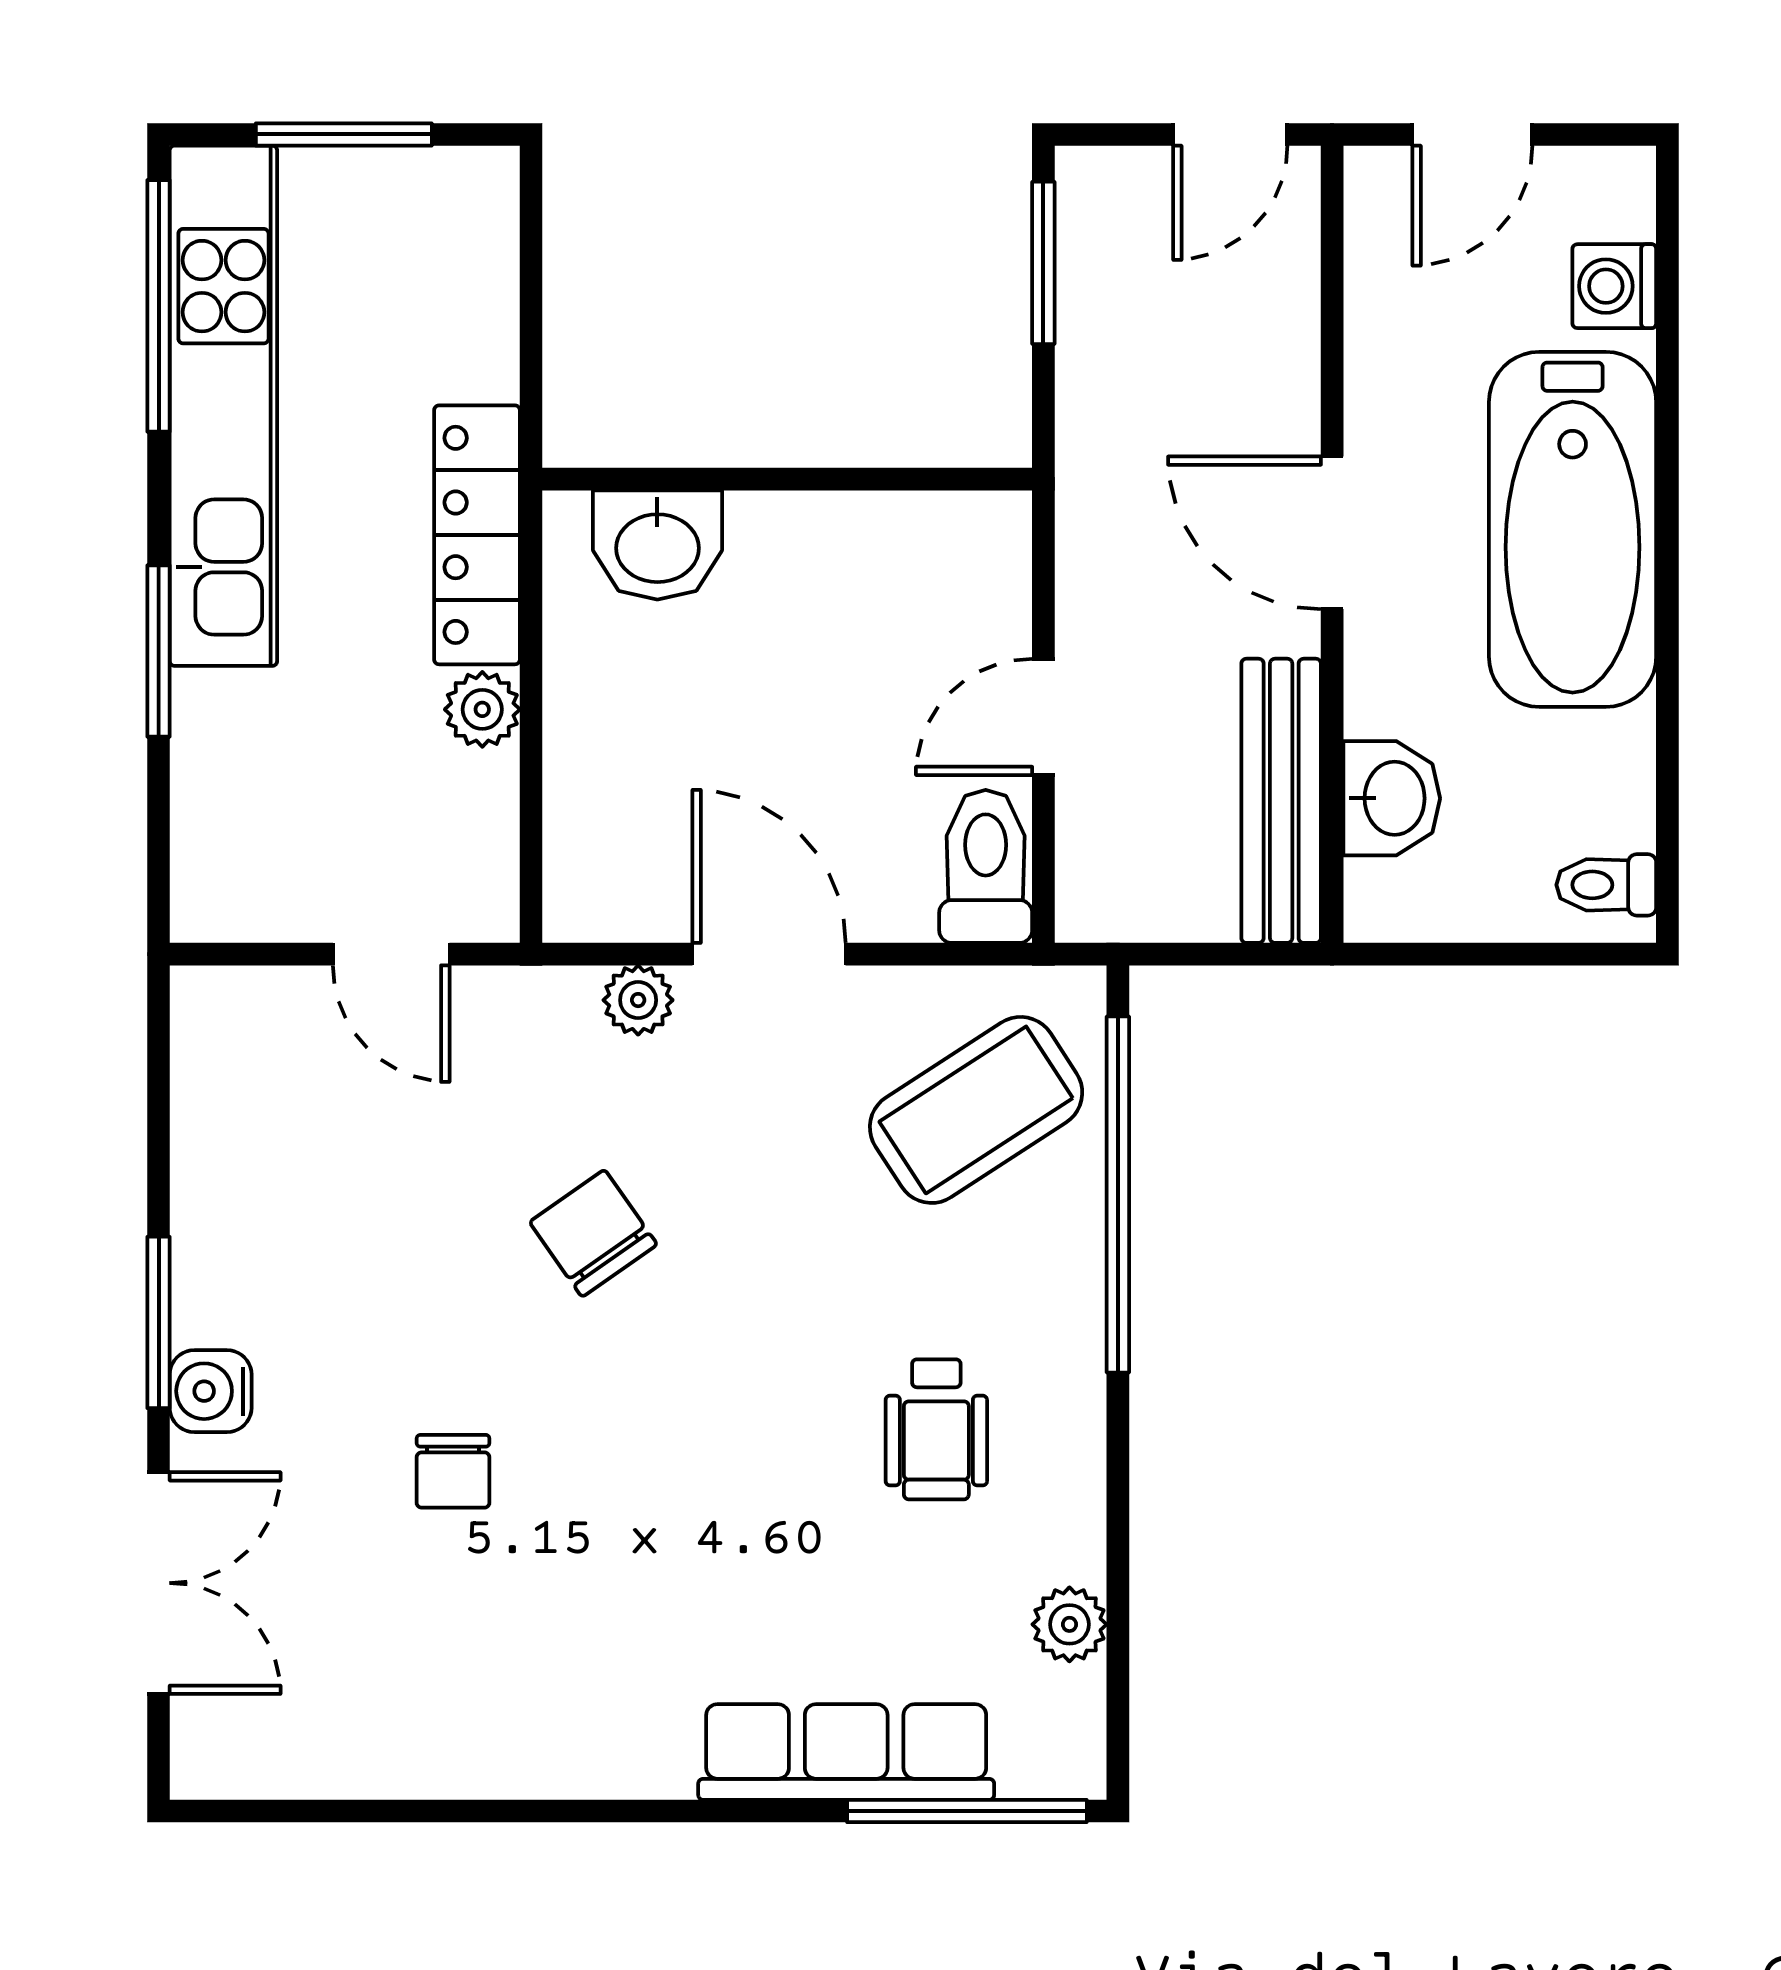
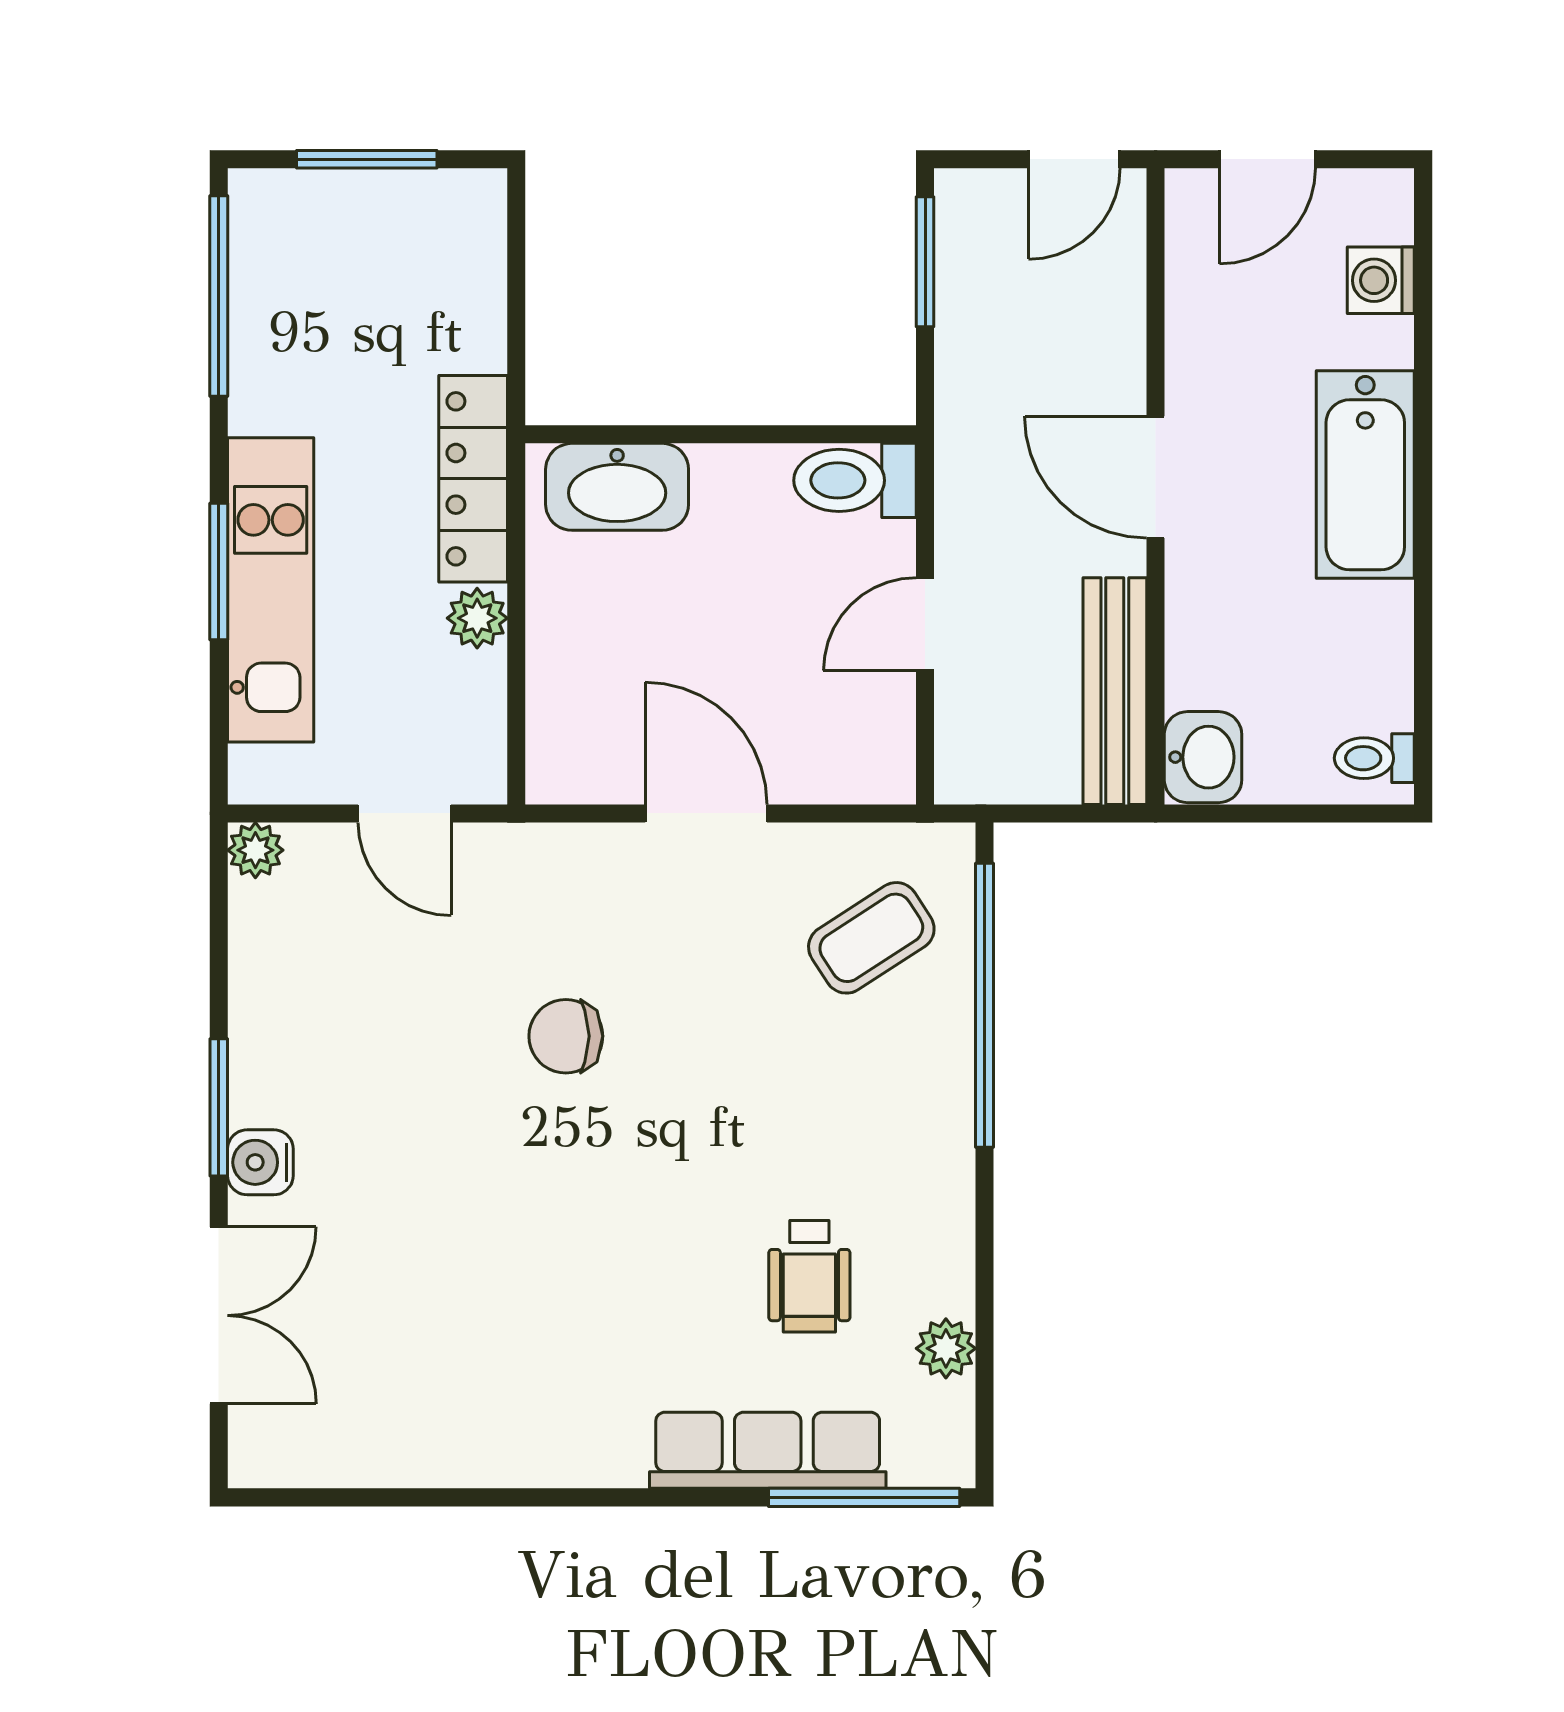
kitchen unit: (223, 406) -> (271, 590), moved, width x0.73
bathtub: (1573, 529) -> (1365, 474), width x0.73, depth x0.73
washbasin: (657, 545) -> (617, 487), width x1.38
washbasin: (1392, 798) -> (1203, 757), moved
toilet: (986, 866) -> (855, 480), moved, turned -90
plant: (638, 1000) -> (255, 850), moved
coffee table: (976, 1110) -> (871, 938), width x0.73, depth x0.77
chair: (593, 1233) -> (566, 1036), turned -55
wheelchair: (936, 1429) -> (809, 1276), moved
chair: (453, 1471) -> (454, 1226), removed

